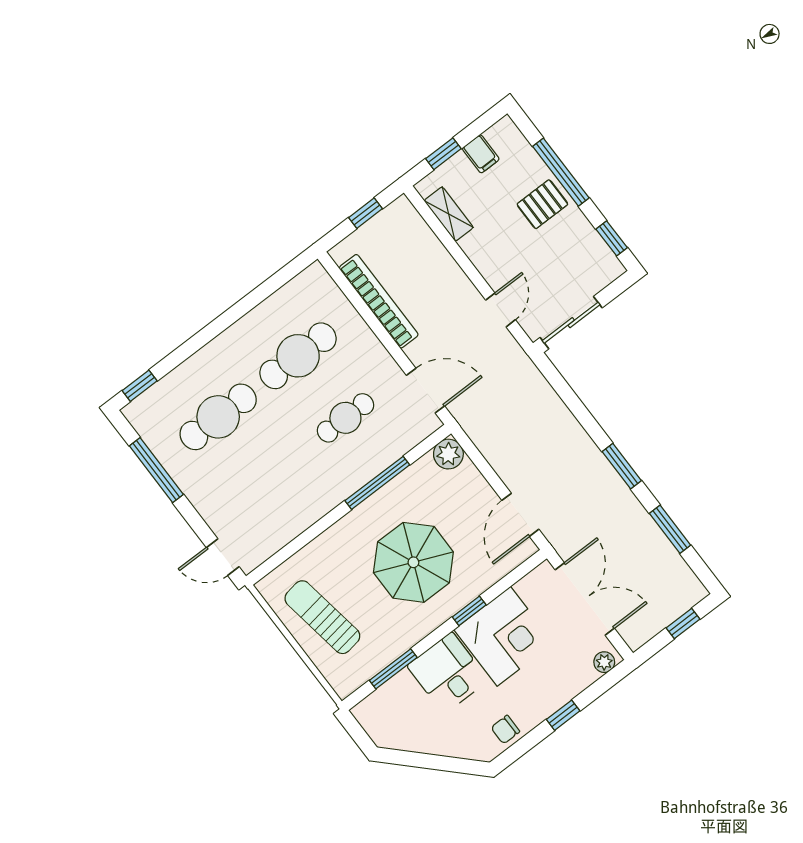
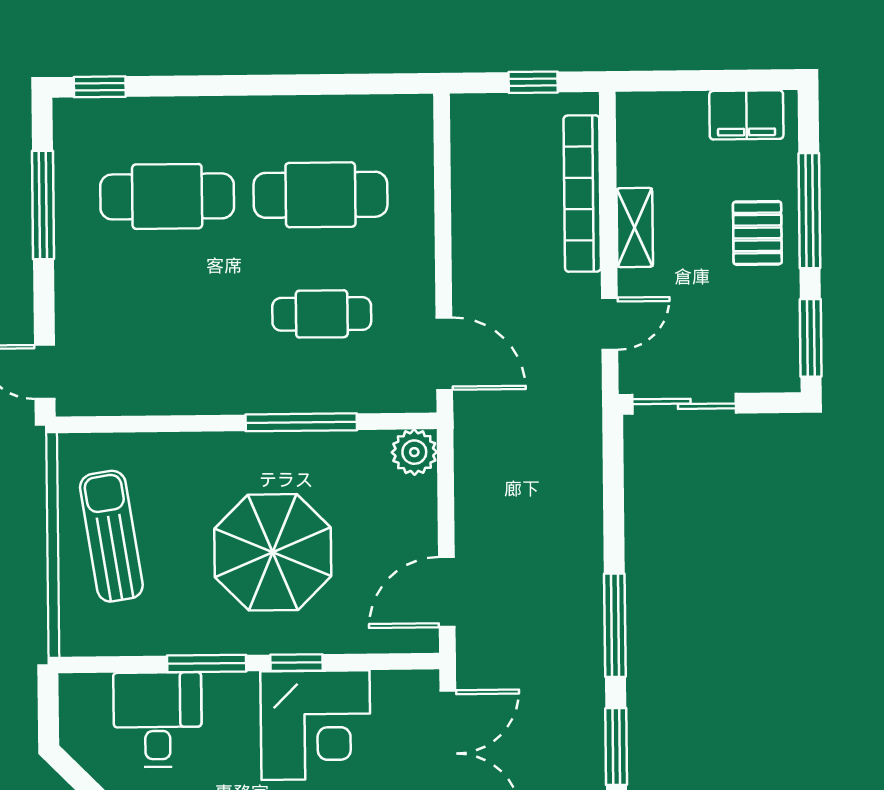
window: (443, 154) -> (682, 81), removed
filing cabinet: (481, 154) -> (746, 115), width x2.00
pallet: (542, 204) -> (757, 233), turned 90
shelving: (449, 214) -> (635, 228), moved
window: (612, 238) -> (811, 338), width x1.50
bookcase: (379, 301) -> (582, 194), moved, turned 180
window: (622, 466) -> (615, 625), width x1.44
window: (393, 669) -> (207, 664), moved
desk: (448, 673) -> (158, 720), moved

